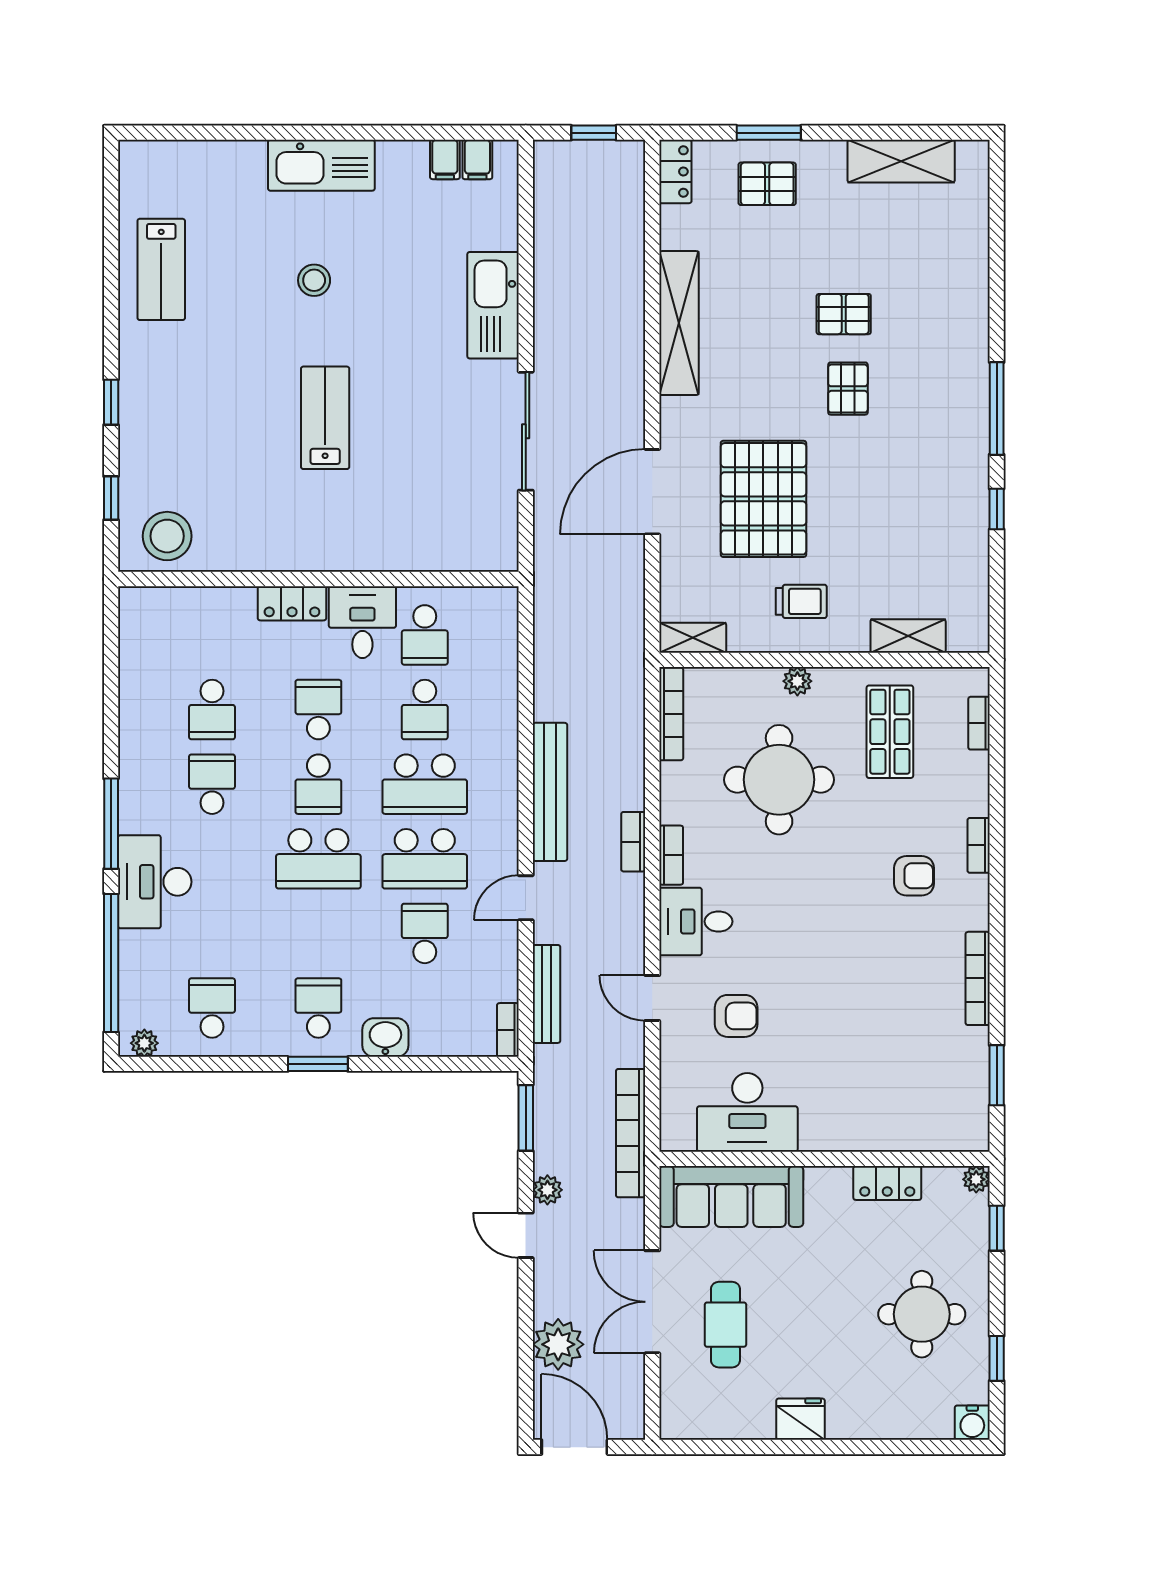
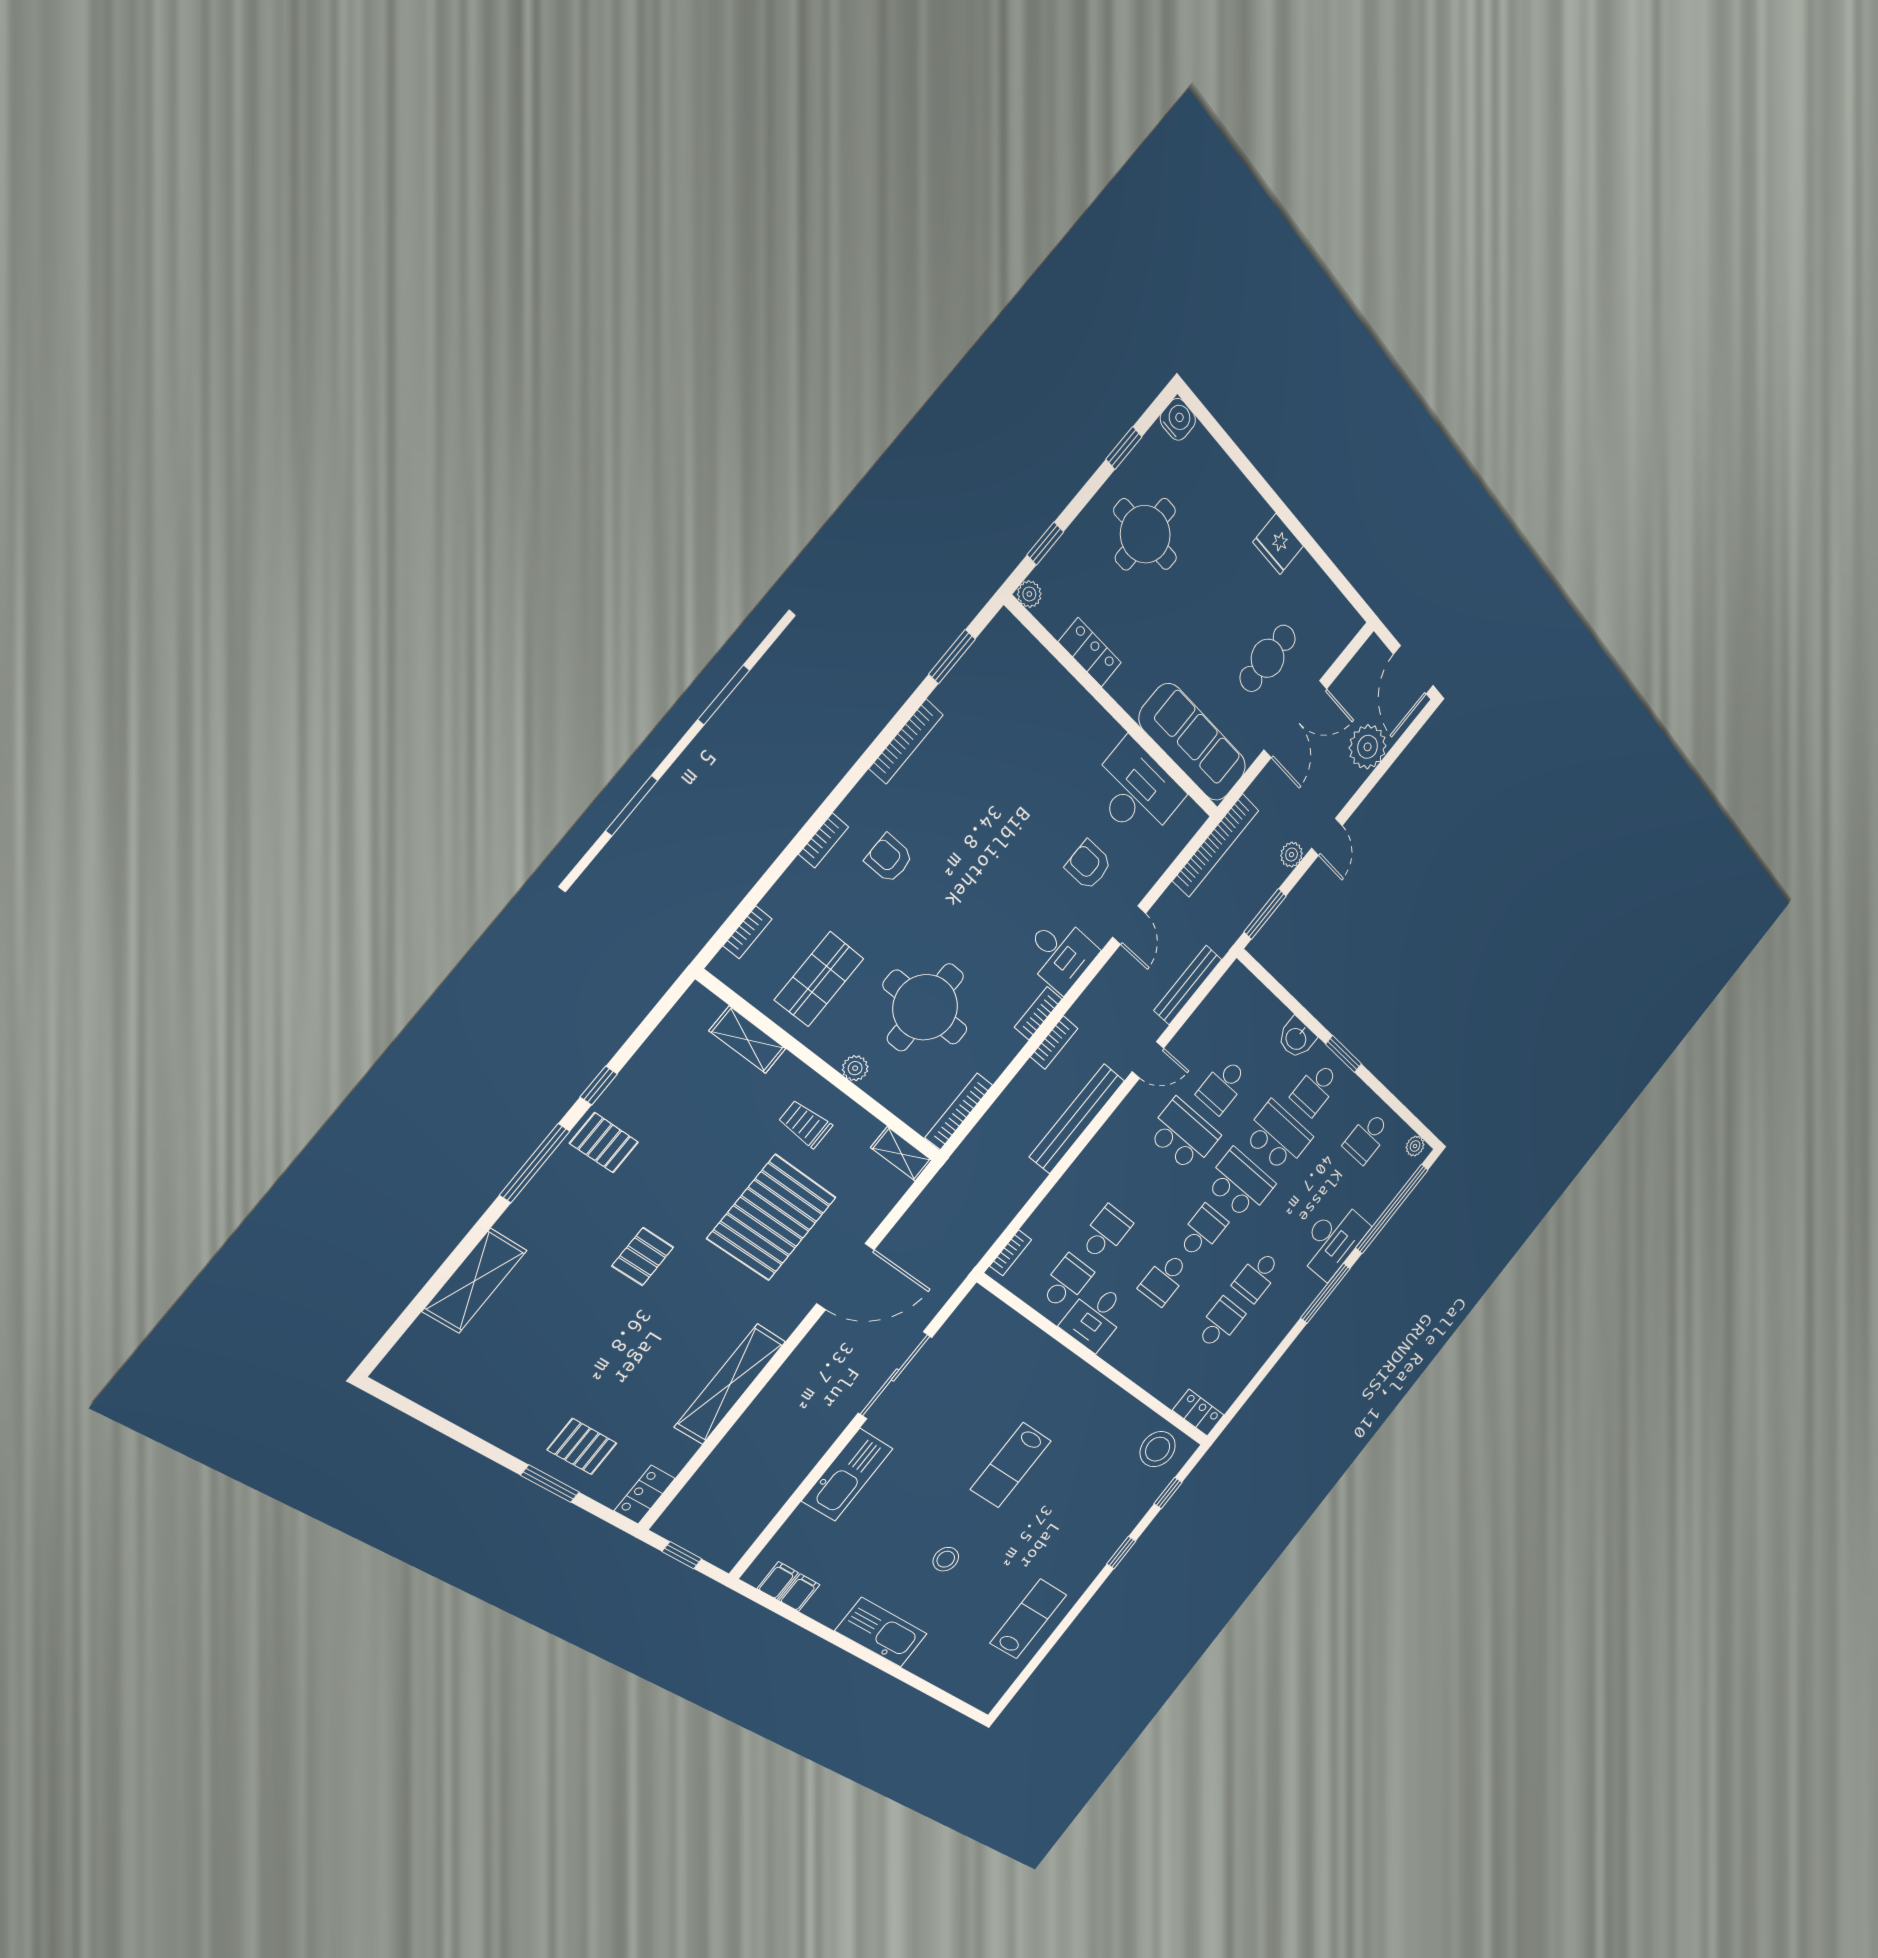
shelving: (901, 161) -> (475, 1281), moved, turned 90
pallet: (844, 314) -> (604, 1143), moved
locker: (292, 603) -> (1198, 1413), moved
school desk: (425, 784) -> (1278, 1136), moved
bookcase: (508, 1030) -> (1011, 1253), moved

